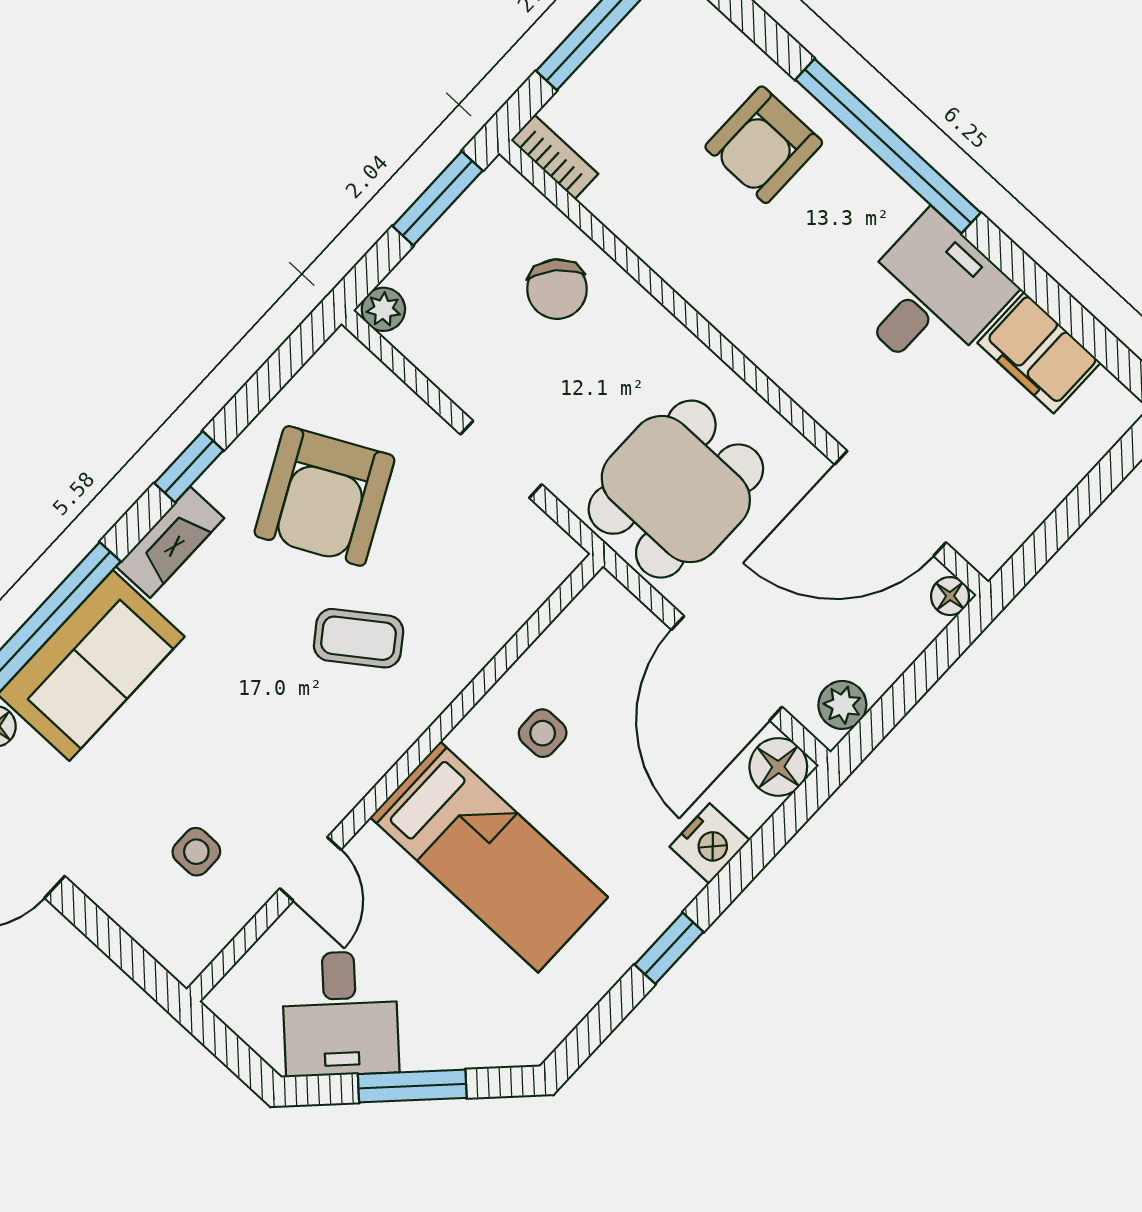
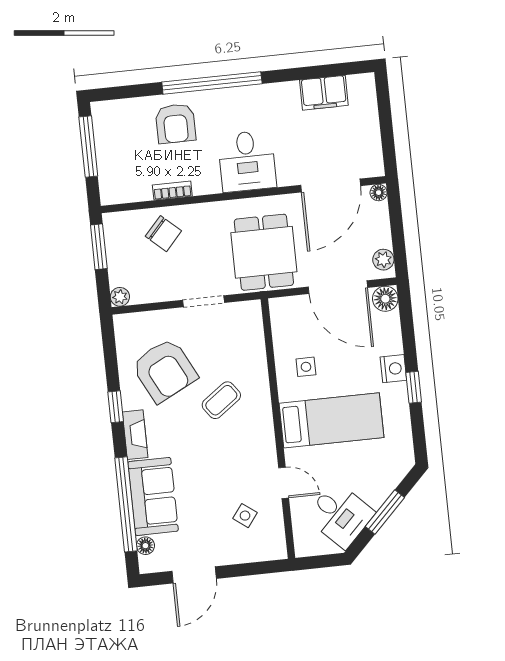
bookcase: (555, 157) -> (172, 191), moved
desk: (931, 296) -> (247, 161), moved, turned 180
nightstand: (710, 843) -> (393, 369), moved
side table: (196, 852) -> (245, 516), turned 37

